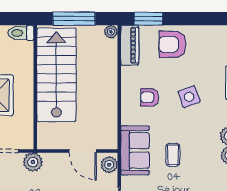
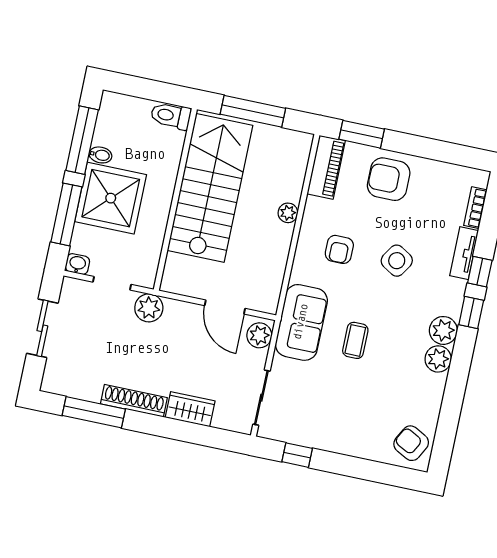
plant: (111, 32) -> (288, 213), moved
armchair: (150, 97) -> (339, 249), turned -90
side table: (189, 97) -> (397, 261), turned -38

